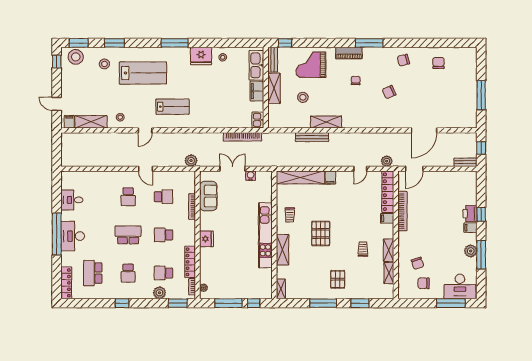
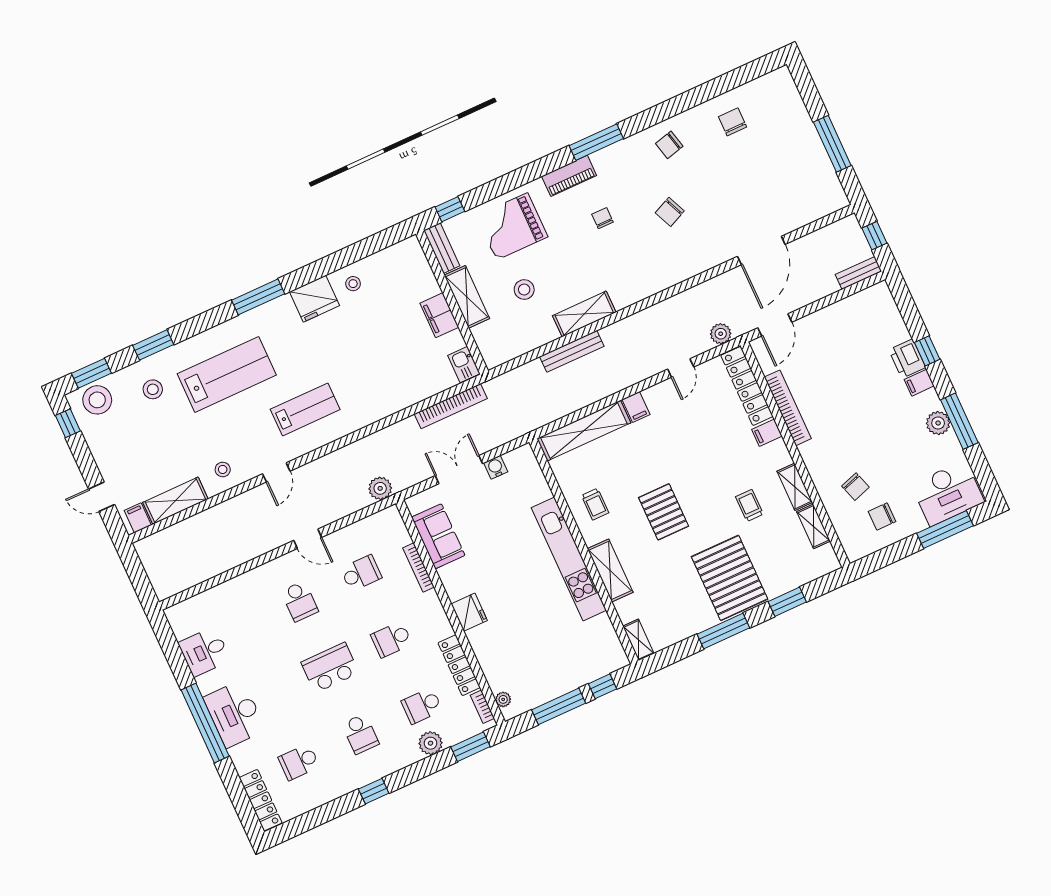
kitchen sink: (256, 65) -> (418, 271), removed
school desk: (93, 273) -> (299, 762), width x0.54
pallet: (338, 279) -> (730, 578), width x2.05, depth x2.00

